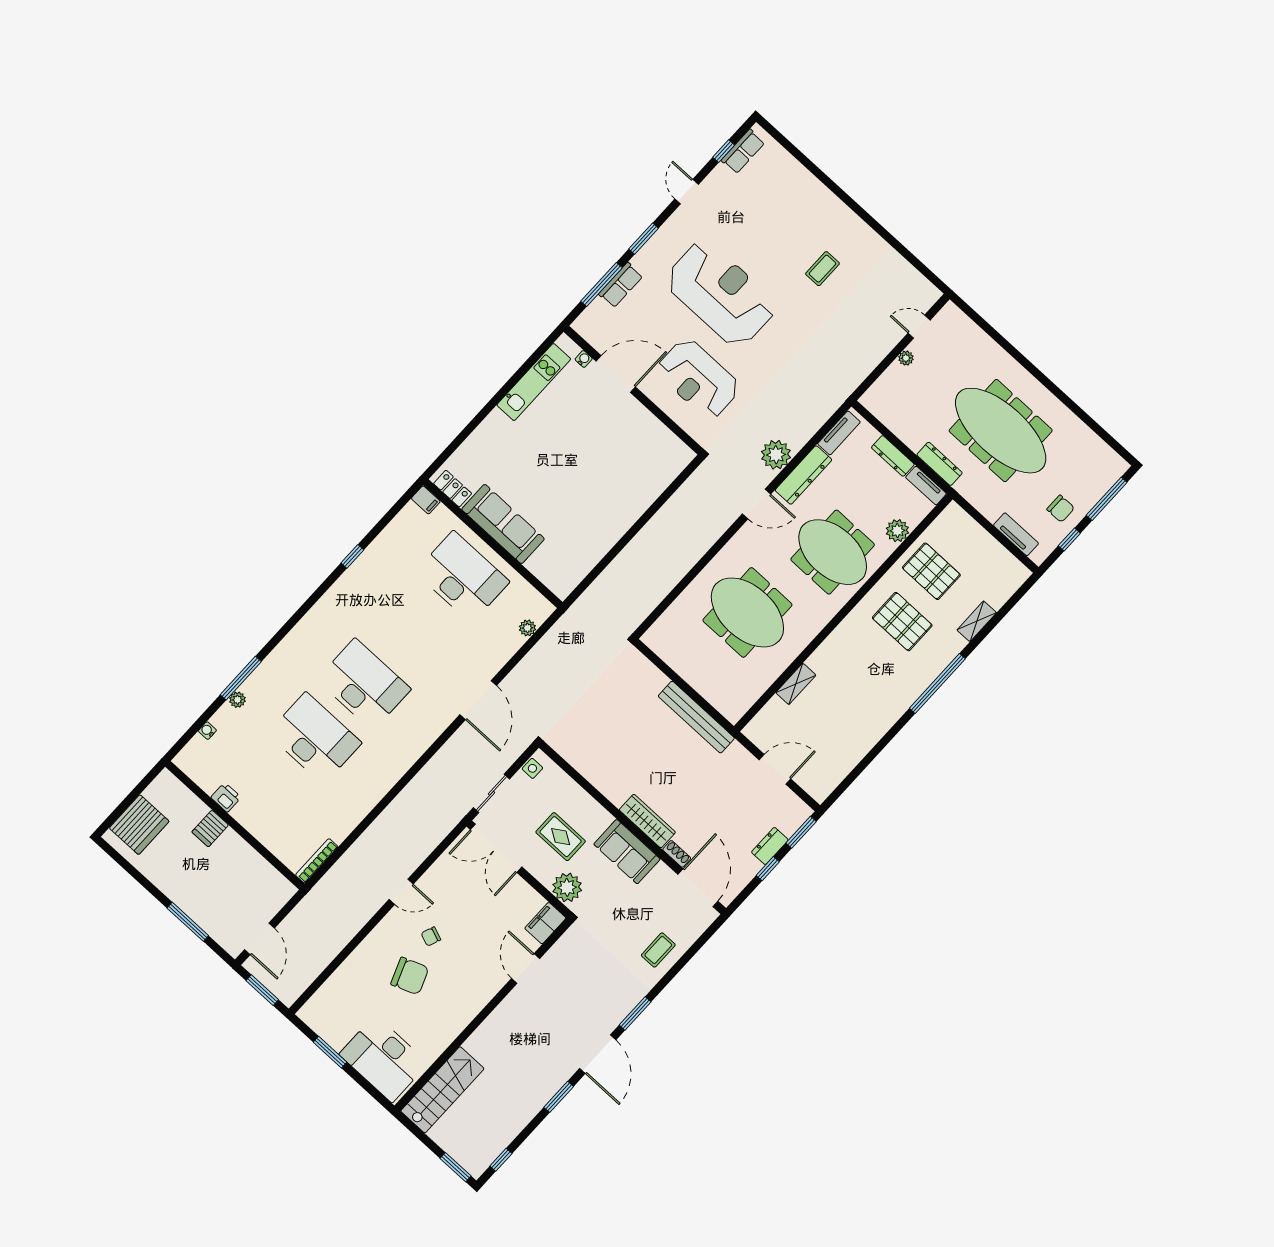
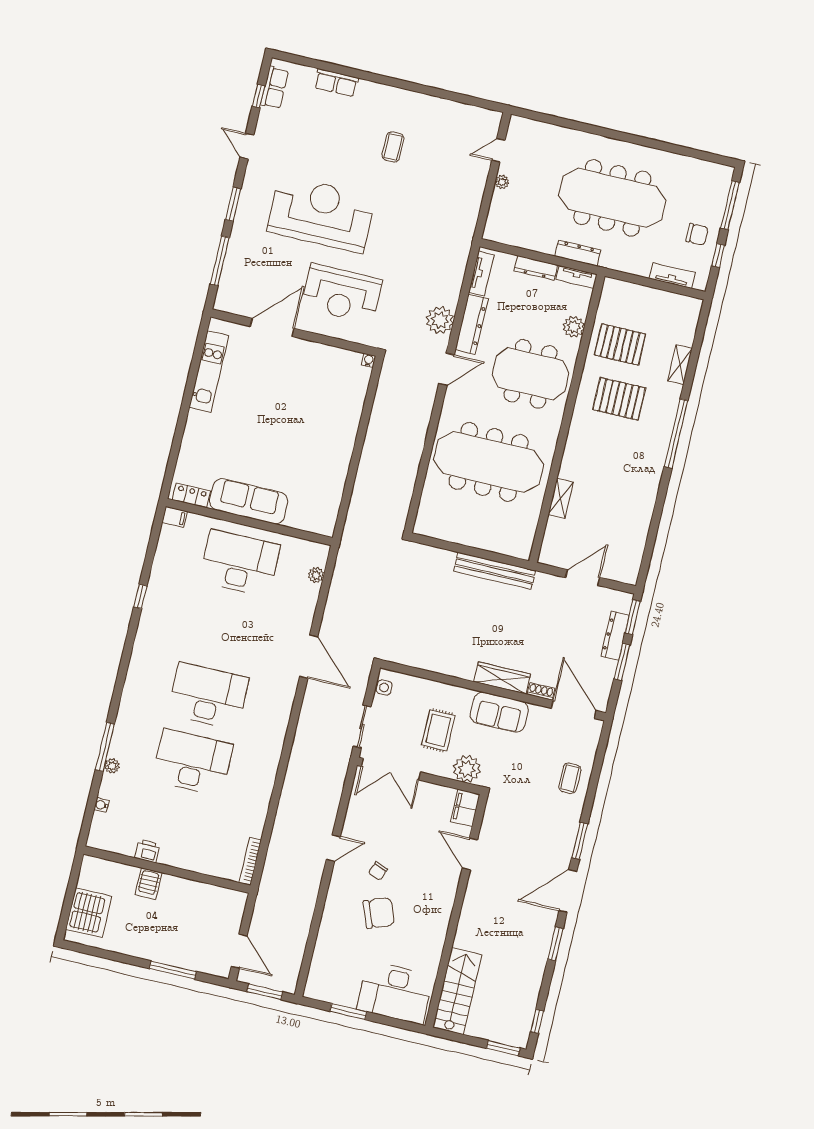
row of seats: (621, 285) -> (336, 83), moved, turned 90
water cooler: (584, 359) -> (369, 360), moved
meeting table: (747, 612) -> (489, 462), width x1.36
rug: (561, 837) -> (438, 730), turned 90
dresser: (770, 846) -> (615, 636), width x1.44
window: (768, 869) -> (622, 662), width x1.50
door: (598, 1054) -> (568, 891), swing flipped

